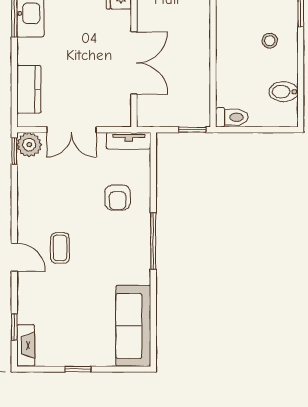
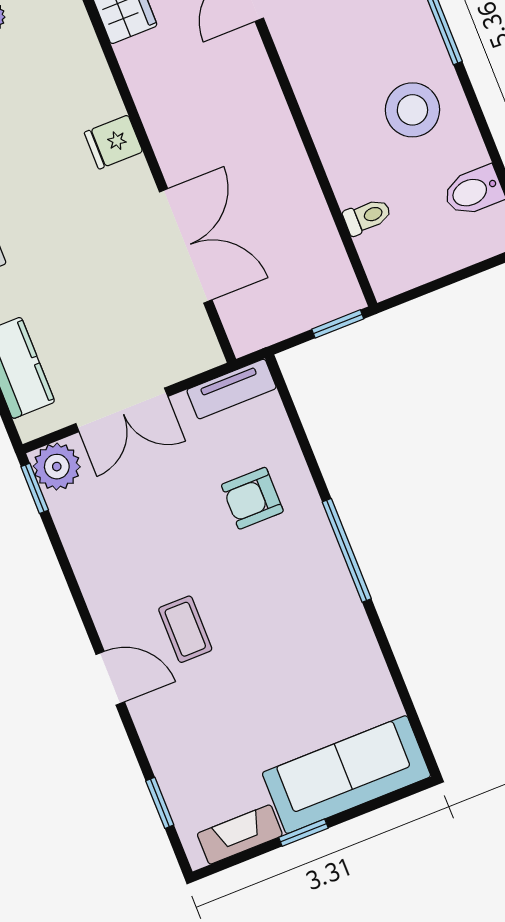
stool: (270, 41) -> (412, 110), width x1.89, depth x1.89
toilet: (232, 117) -> (367, 216), moved, width x0.73, depth x0.72
armchair: (118, 198) -> (252, 498), turned 90
sofa: (133, 326) -> (346, 775), moved, turned 90
fireplace: (26, 345) -> (240, 834), moved, turned -90

